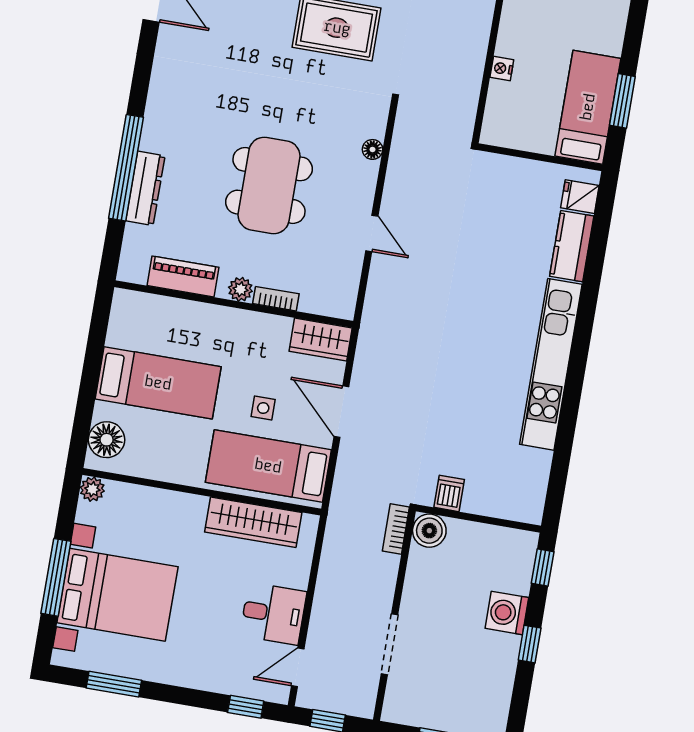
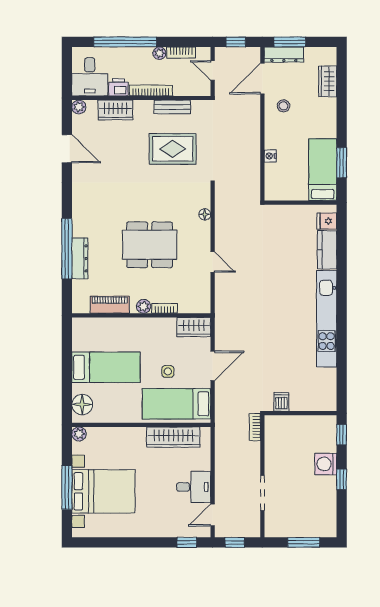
dining table: (269, 185) -> (150, 245), turned 90
door: (341, 412) -> (213, 366), swing flipped
boiler: (429, 531) -> (274, 425), removed
window: (114, 684) -> (110, 542), removed

